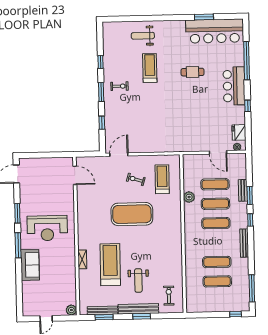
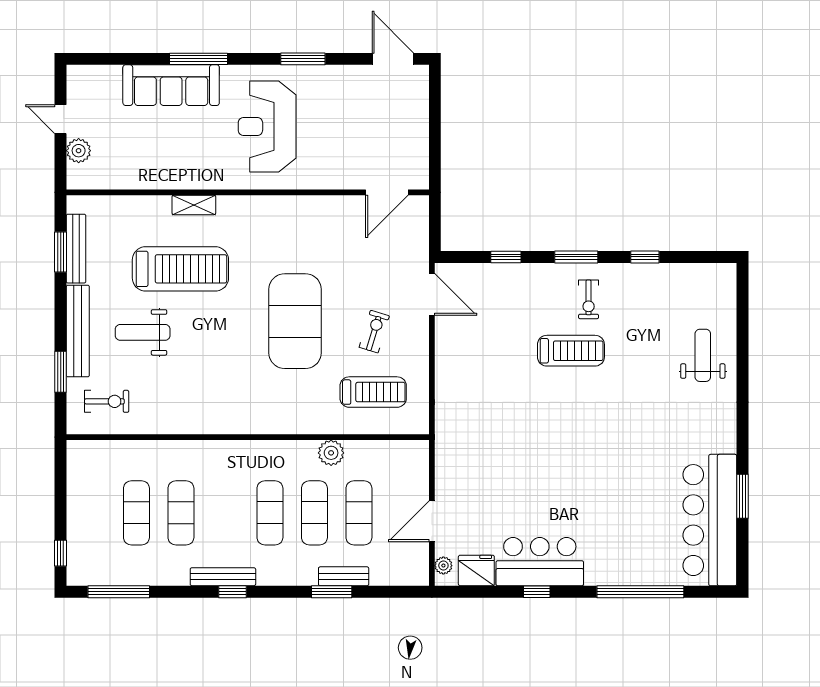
treadmill: (150, 68) -> (571, 351), moved
cafe table: (193, 72) -> (617, 467), removed
bar counter: (234, 86) -> (540, 562), moved
window: (250, 220) -> (233, 592), moved
window: (18, 245) -> (198, 59), moved
sofa: (30, 265) -> (171, 85), width x1.36
plant: (71, 310) -> (79, 151), moved
window: (142, 316) -> (61, 372), moved

